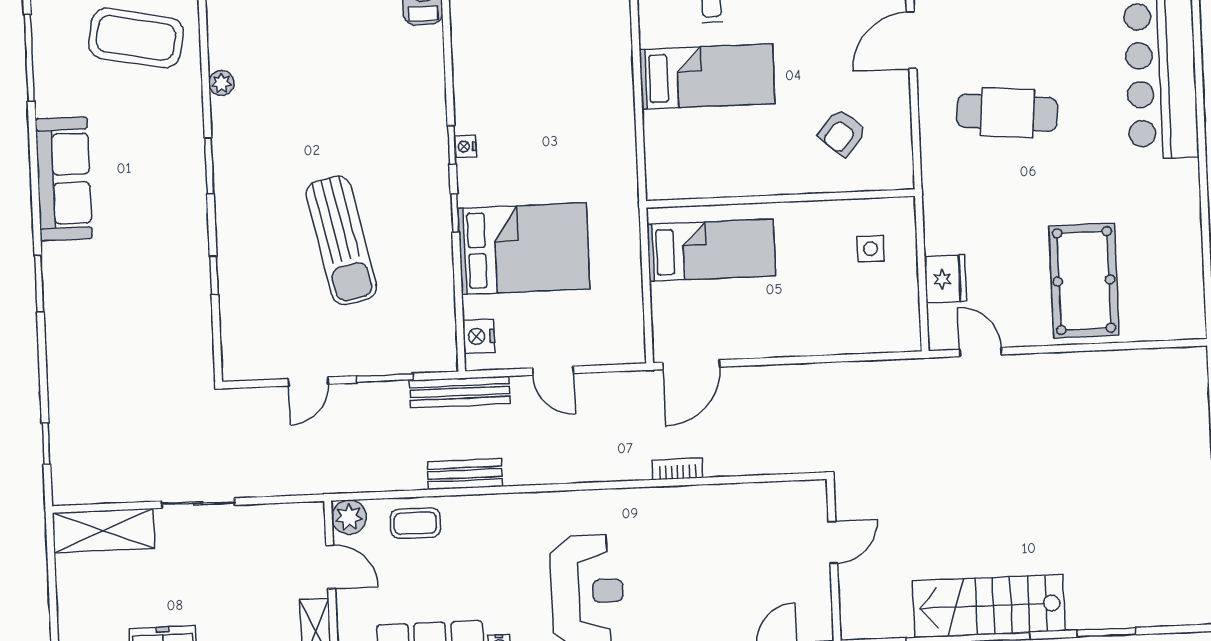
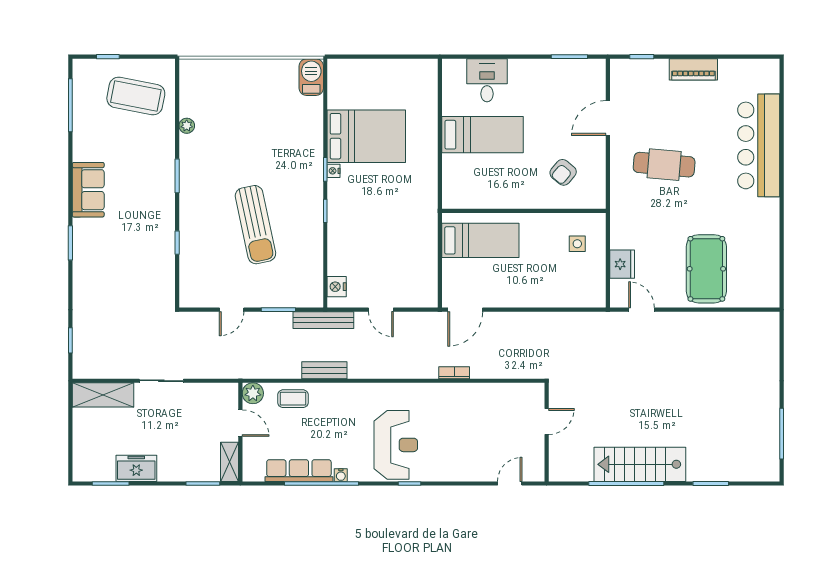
sofa: (64, 179) -> (88, 190), width x0.73
bed: (524, 249) -> (366, 136), moved

